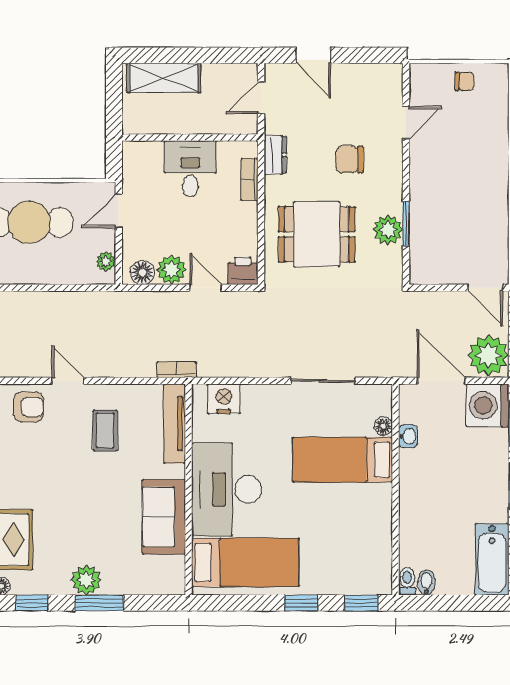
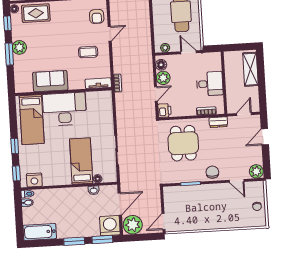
door: (261, 98) -> (244, 114), hinge flipped
chair: (350, 159) -> (212, 172), moved
plant: (388, 230) -> (256, 171), moved
nightstand: (224, 399) -> (34, 180), moved, turned 90
tv unit: (175, 424) -> (98, 83), width x0.71

